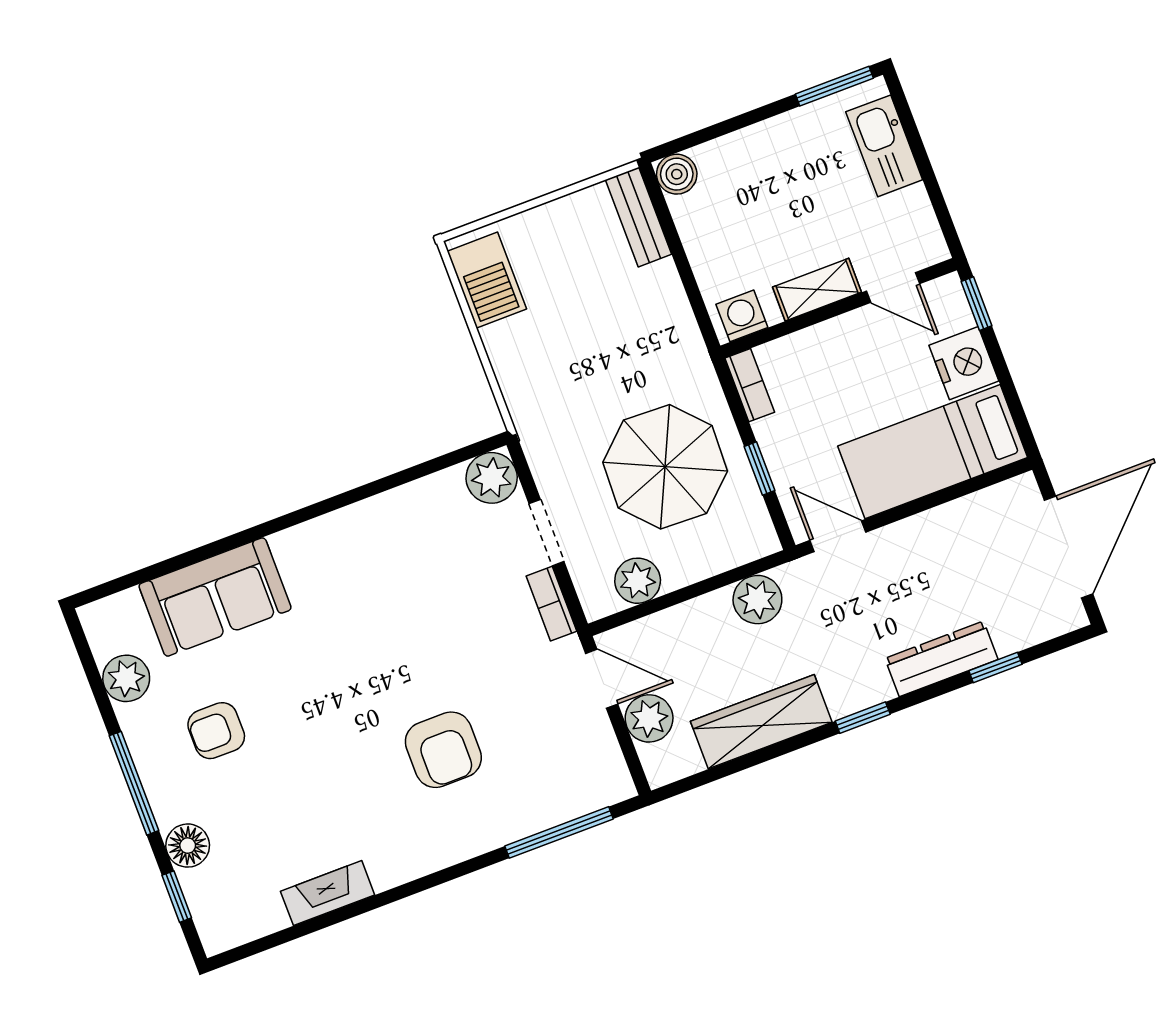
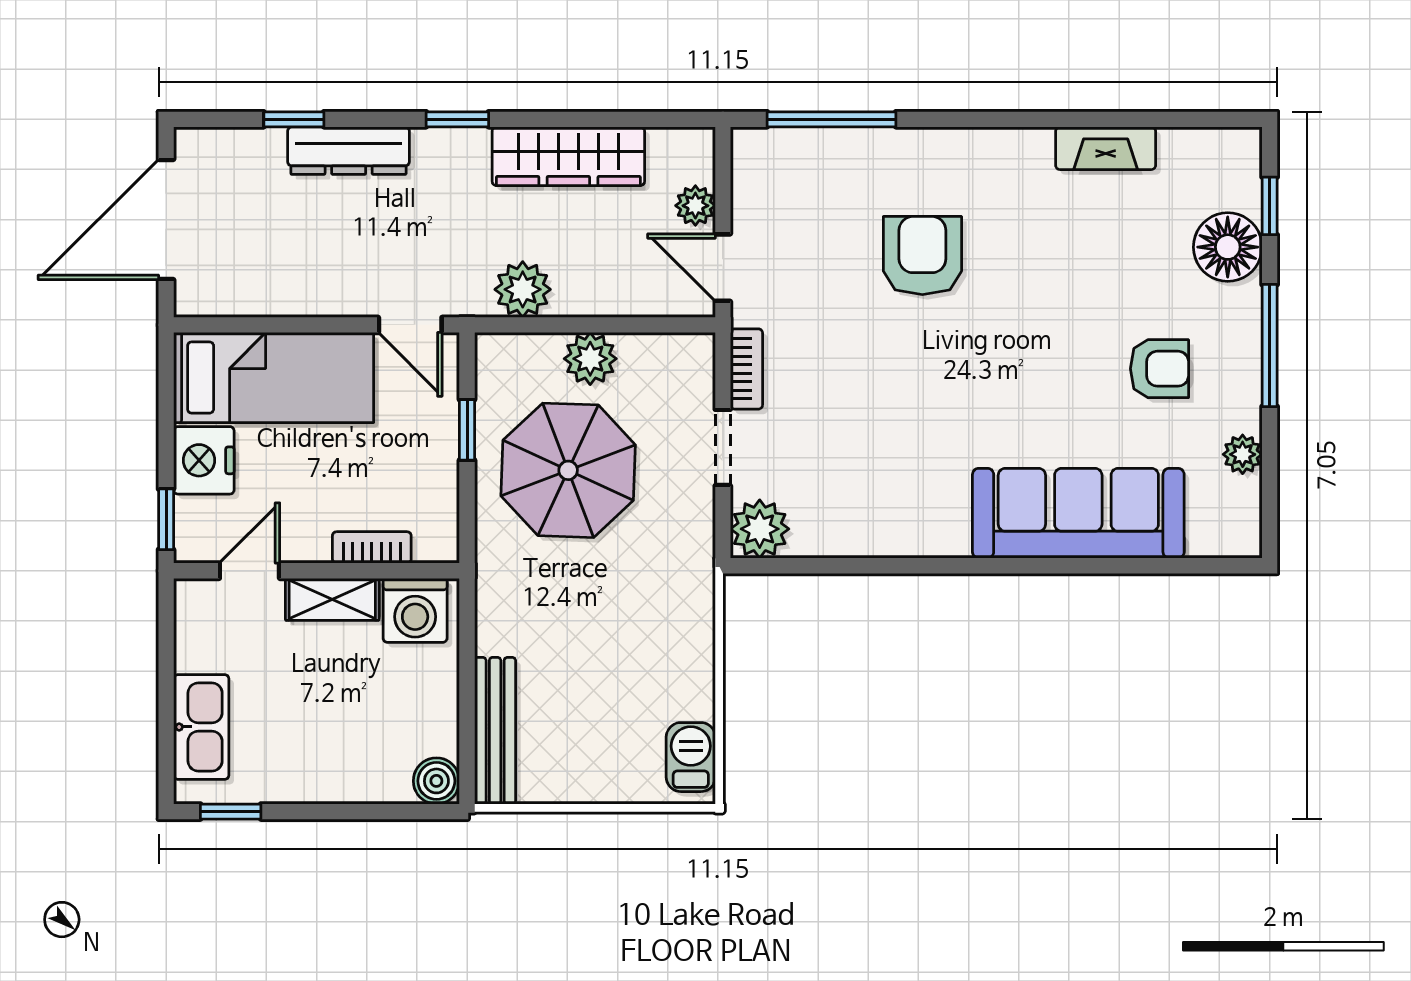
window: (834, 86) -> (231, 812), width x0.67
bench: (639, 217) -> (495, 731), width x1.36
barbecue: (487, 280) -> (691, 757), width x0.73, depth x0.79
door: (893, 287) -> (249, 571), hinge flipped
washing machine: (742, 316) -> (415, 610), width x1.38, depth x1.38
bookcase: (750, 385) -> (372, 547), moved, turned 90
plant: (638, 581) -> (590, 359), moved
sofa: (215, 597) -> (1078, 513), width x1.36
plant: (126, 678) -> (1243, 454), width x0.73, depth x0.73
plant: (649, 718) -> (695, 206), width x0.73, depth x0.73
floor lamp: (188, 846) -> (1228, 247), width x1.38, depth x1.38

